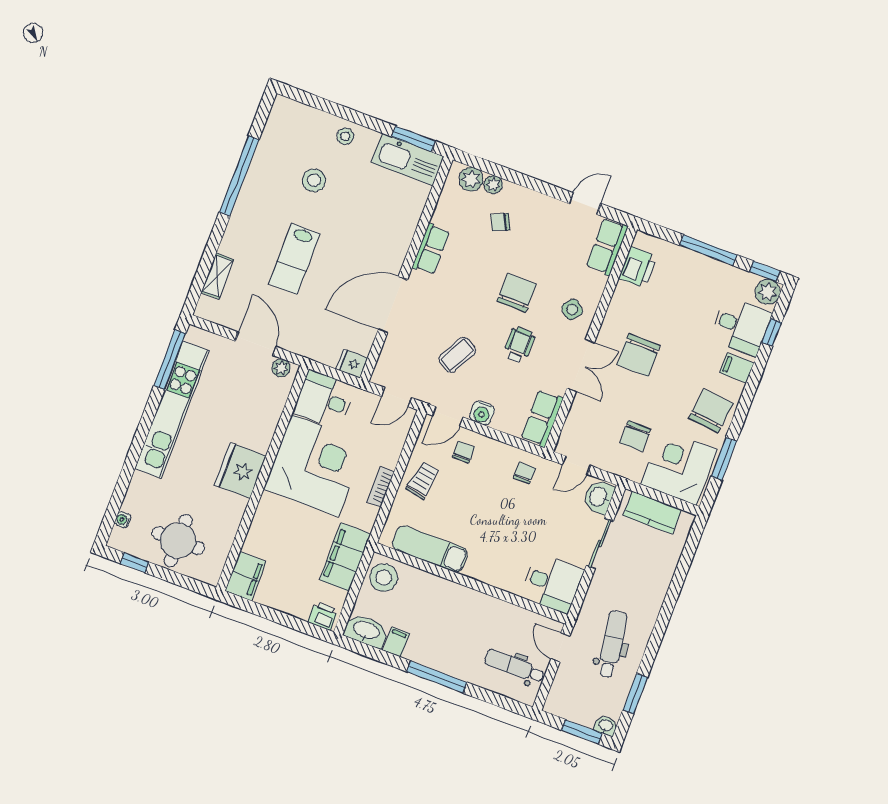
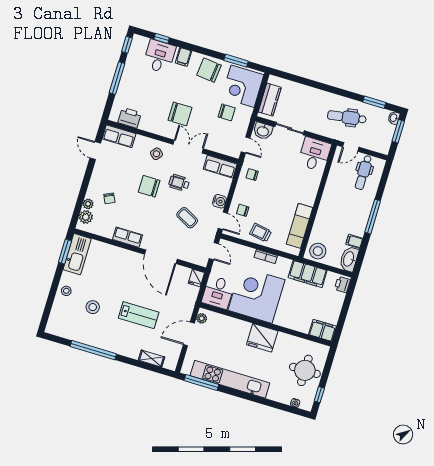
plant: (768, 292) -> (139, 42), removed

